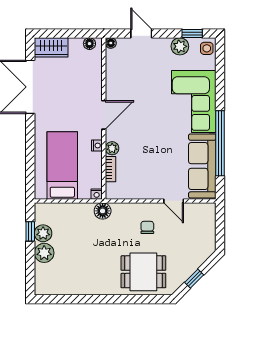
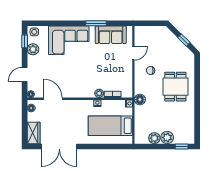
door: (104, 115) -> (53, 99), moved
window: (220, 143) -> (96, 23), width x0.47
sofa: (202, 166) -> (111, 35), width x0.73
window: (30, 231) -> (182, 146), moved
dining table: (143, 272) -> (175, 87), moved

